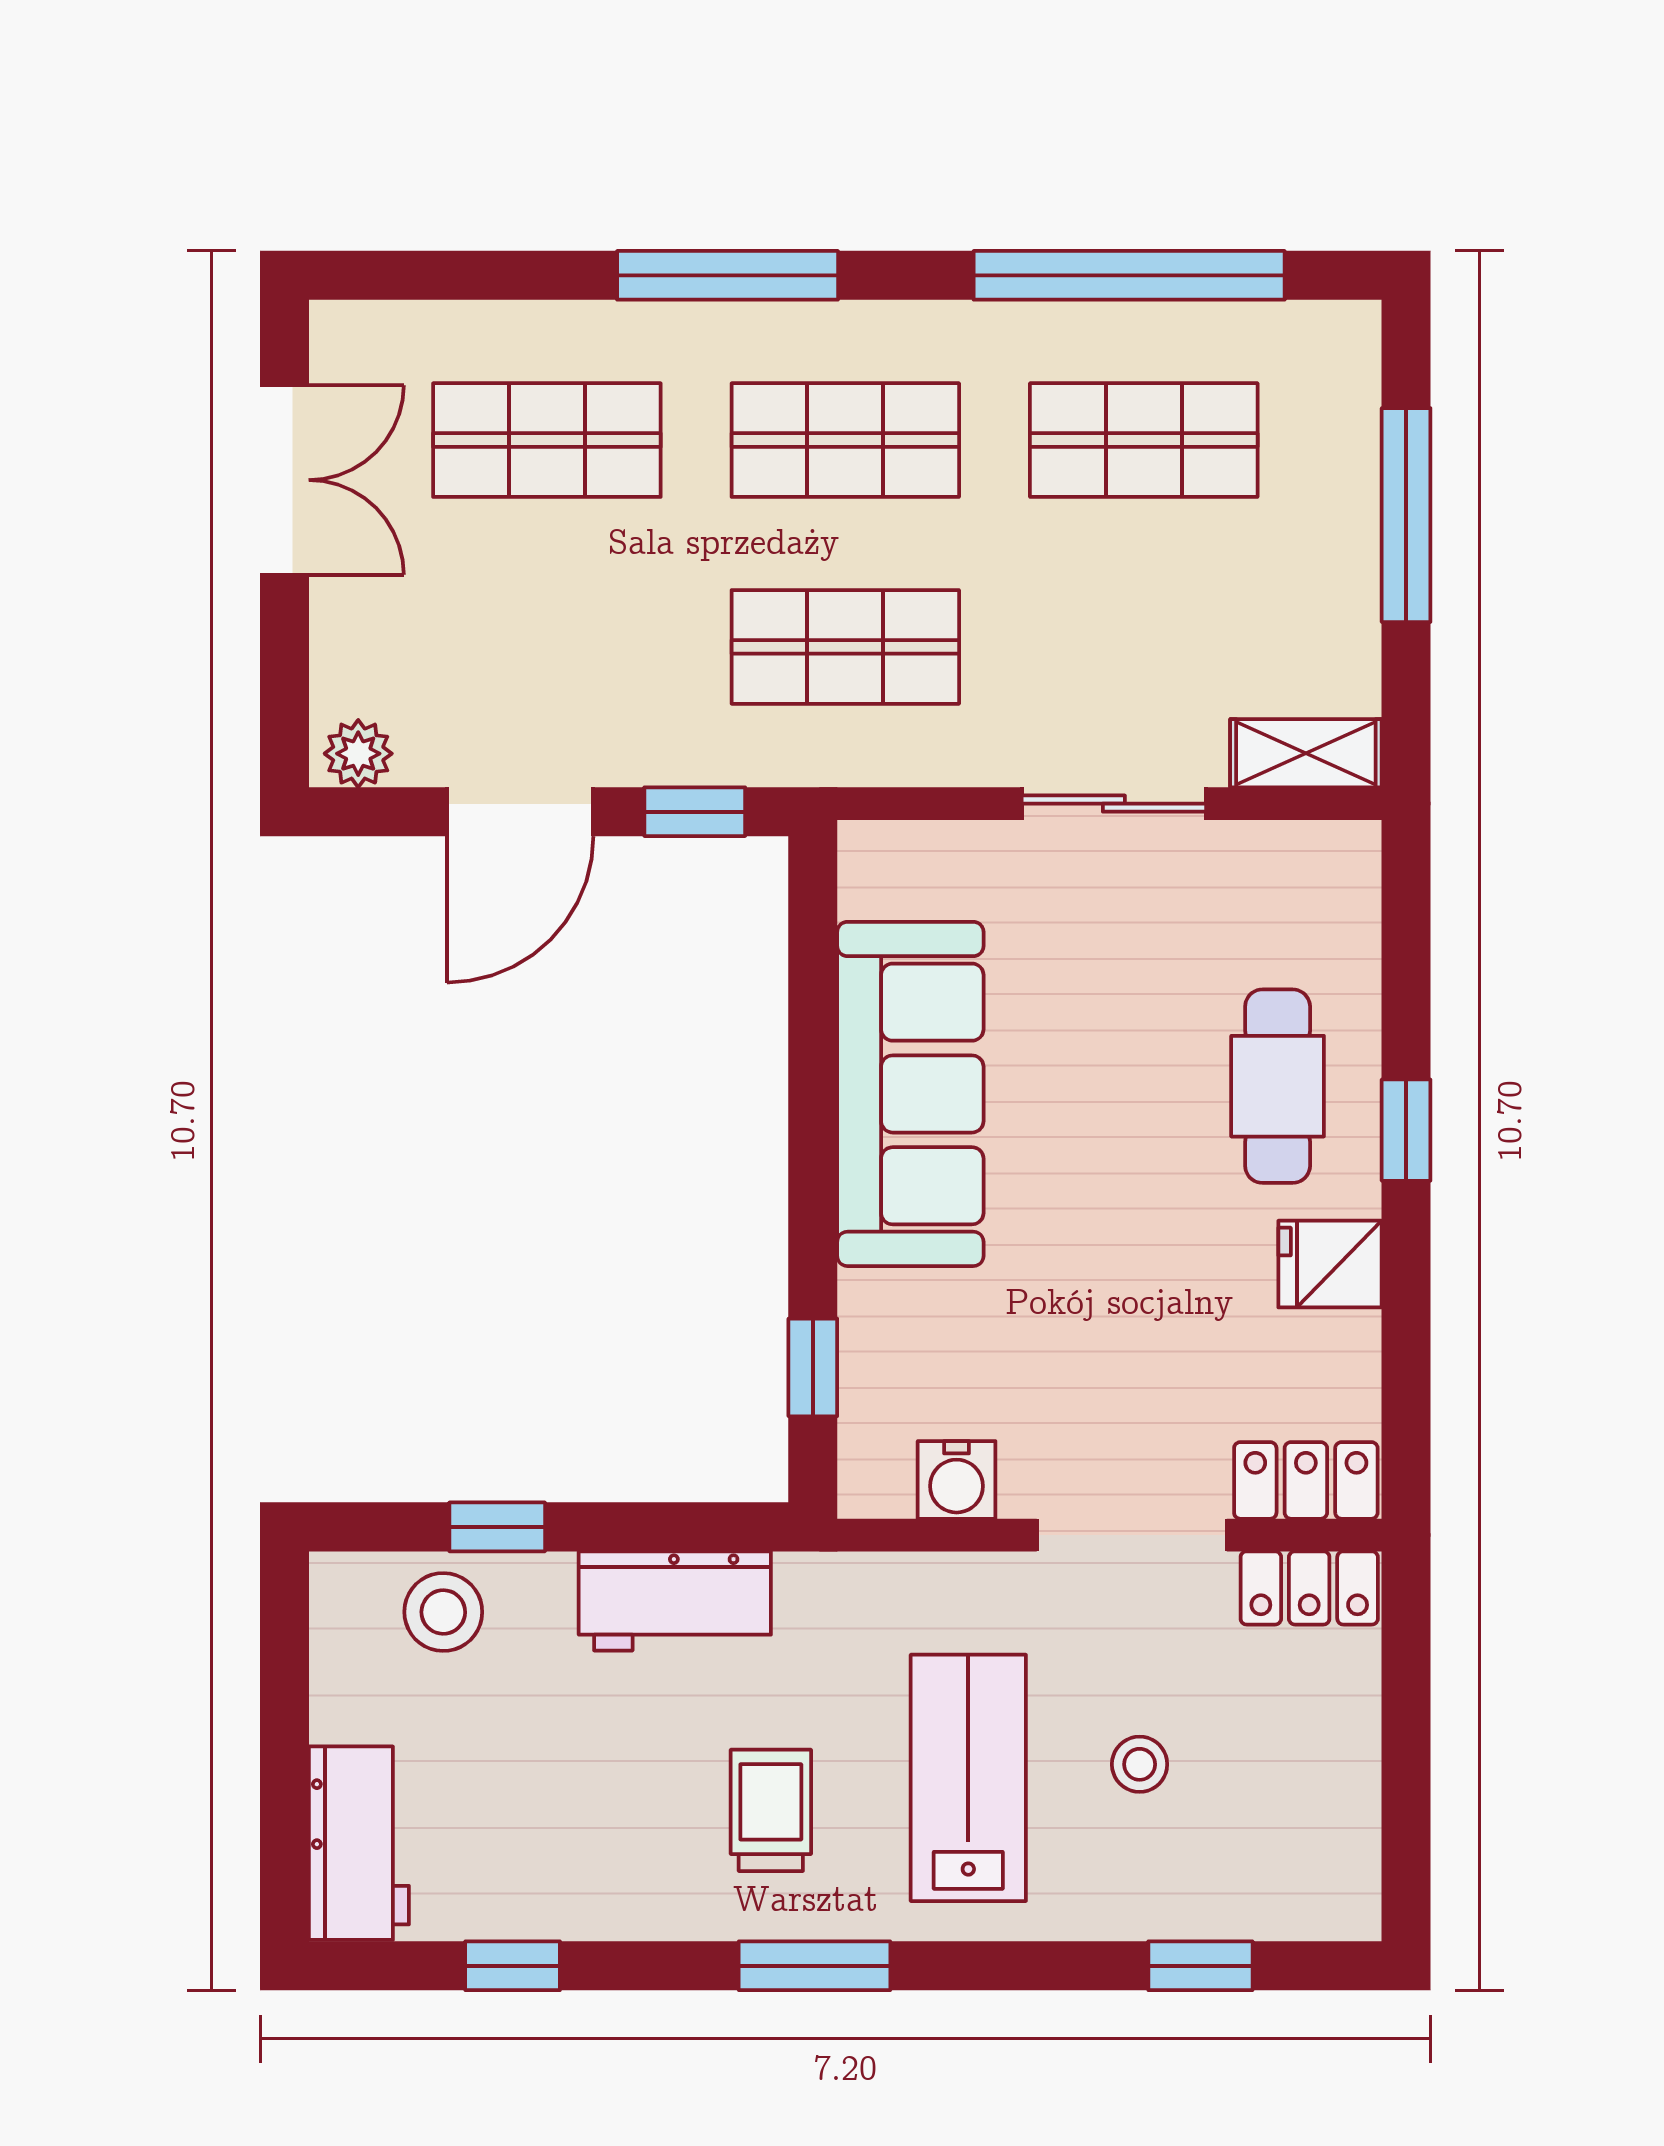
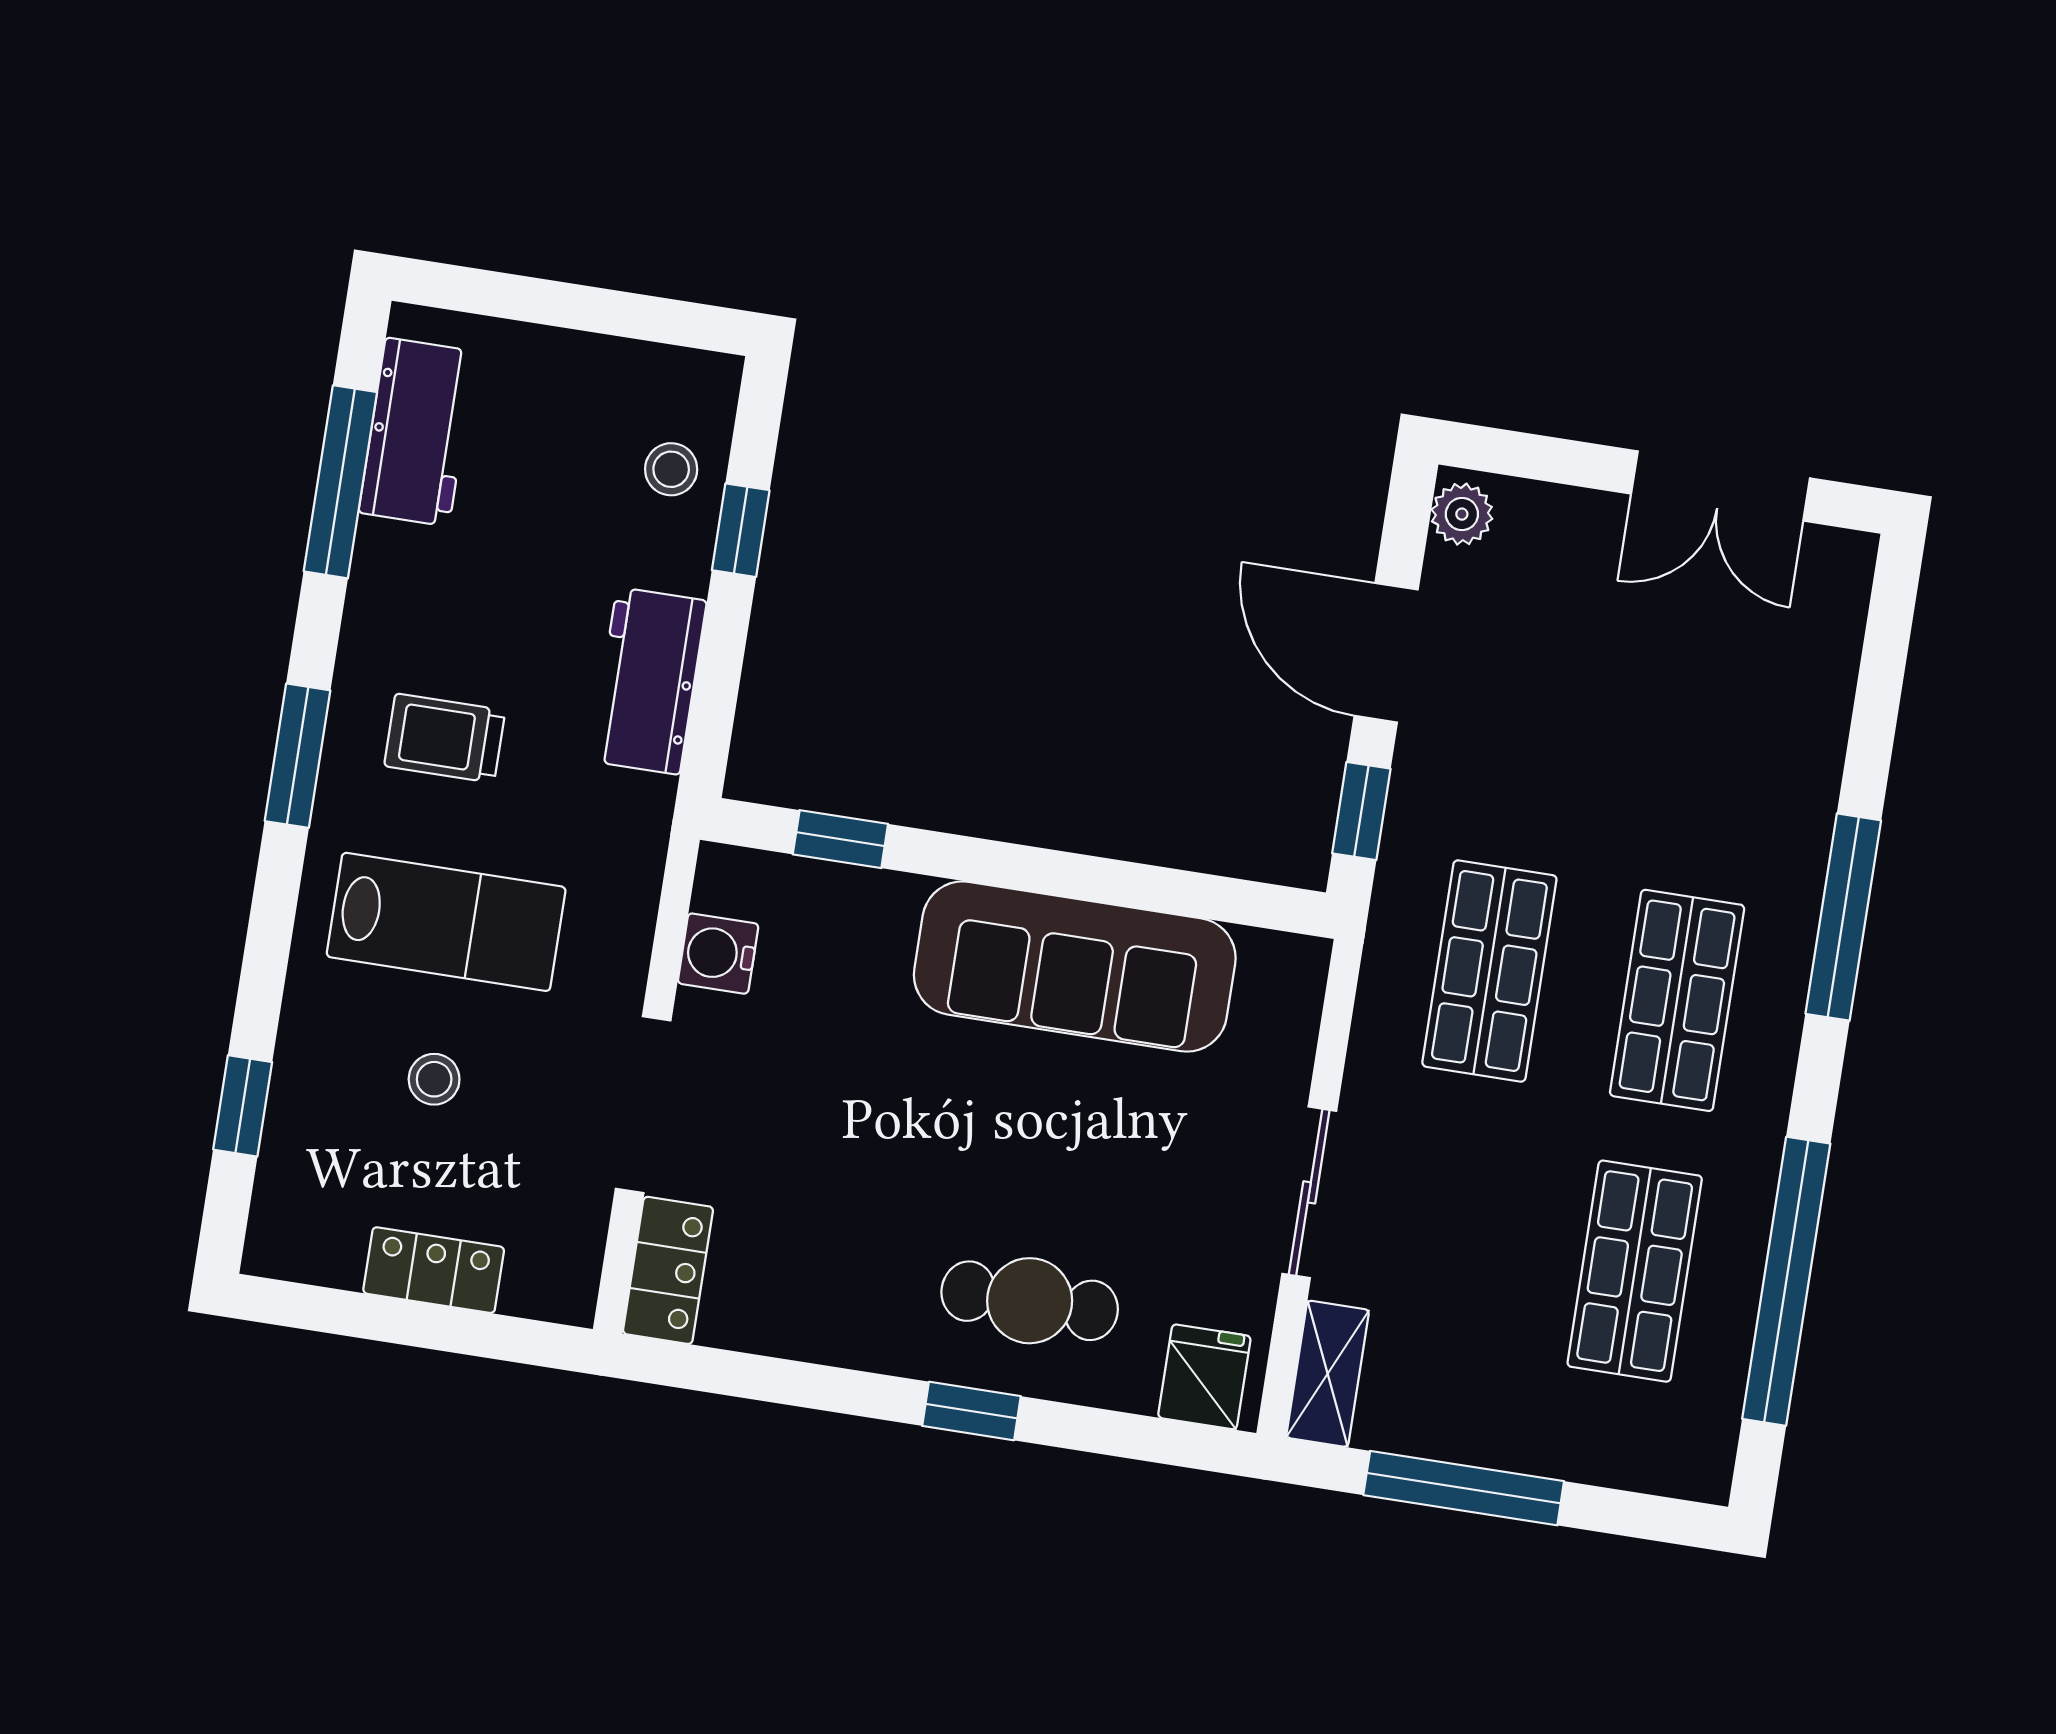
shop shelf: (547, 440) -> (1719, 730), removed
window: (1406, 515) -> (1464, 1488), moved
fridge: (1330, 1264) -> (1204, 1377), moved
locker: (1309, 1588) -> (434, 1270), moved, turned 90
stool: (443, 1612) -> (671, 469), width x0.73, depth x0.73
trolley: (771, 1810) -> (445, 738), turned 180
workbench: (359, 1843) -> (417, 432), moved, turned -90
window: (513, 1966) -> (340, 482), width x2.17

